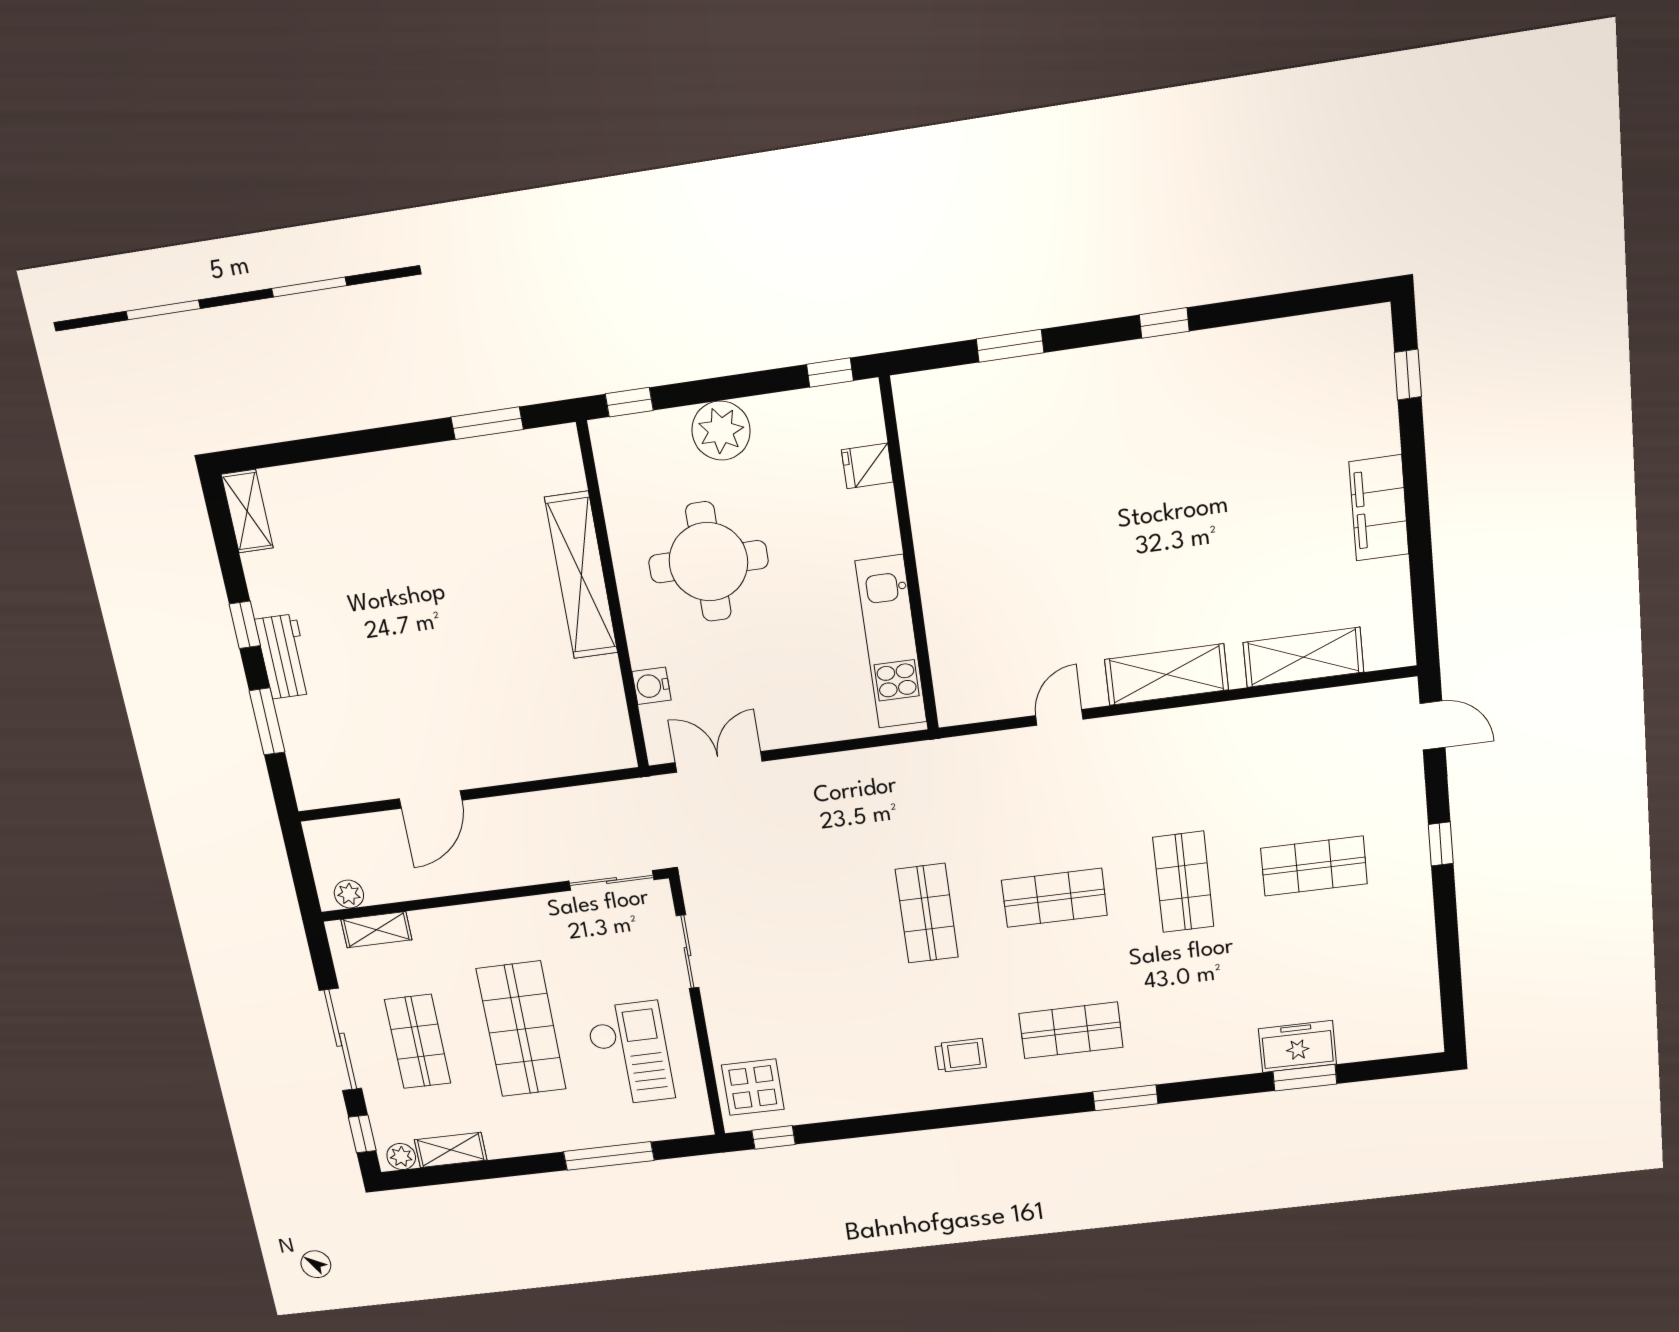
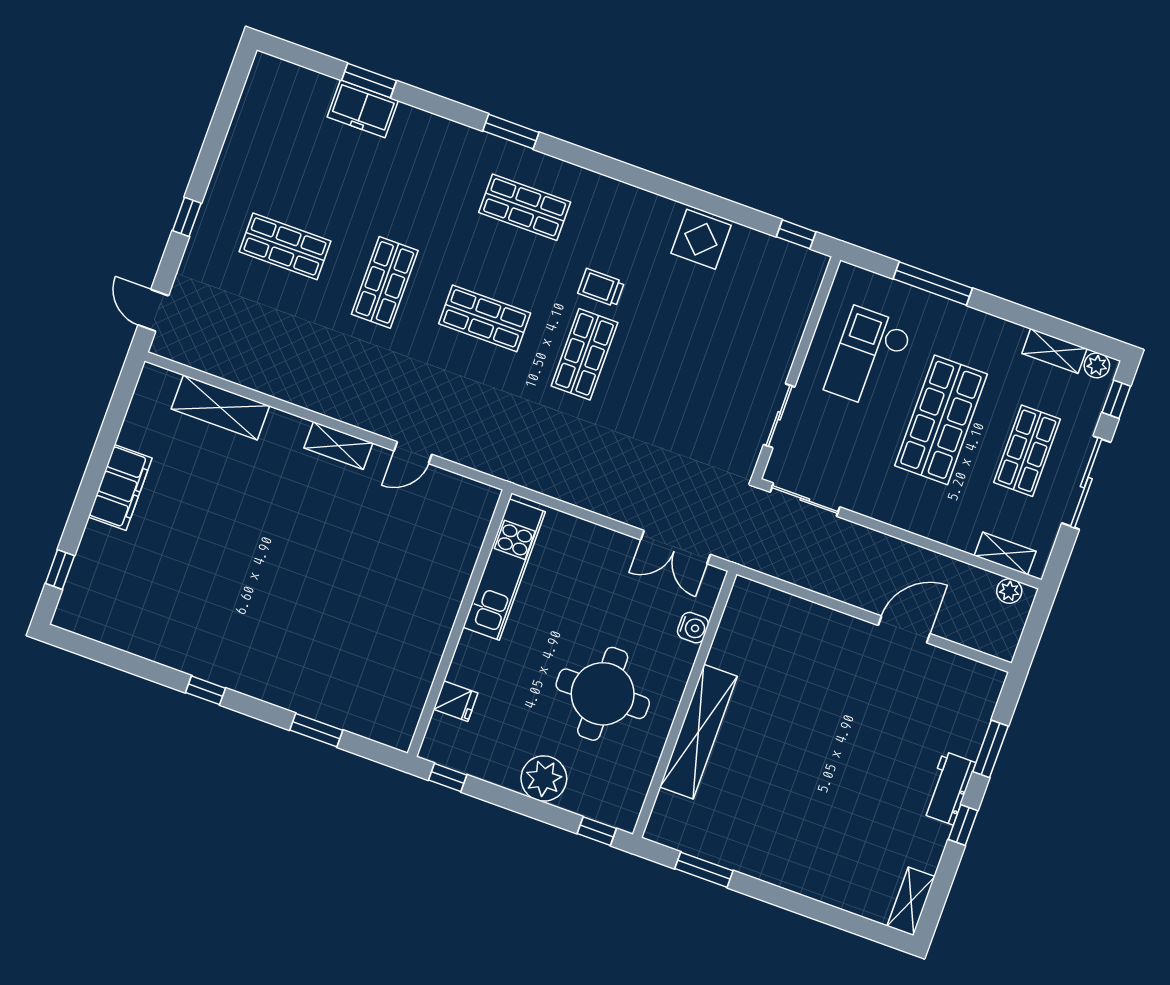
shelving: (1166, 675) -> (338, 446), width x0.67, depth x0.75
trolley: (961, 1055) -> (601, 288), moved
display table: (753, 1087) -> (701, 239), moved

